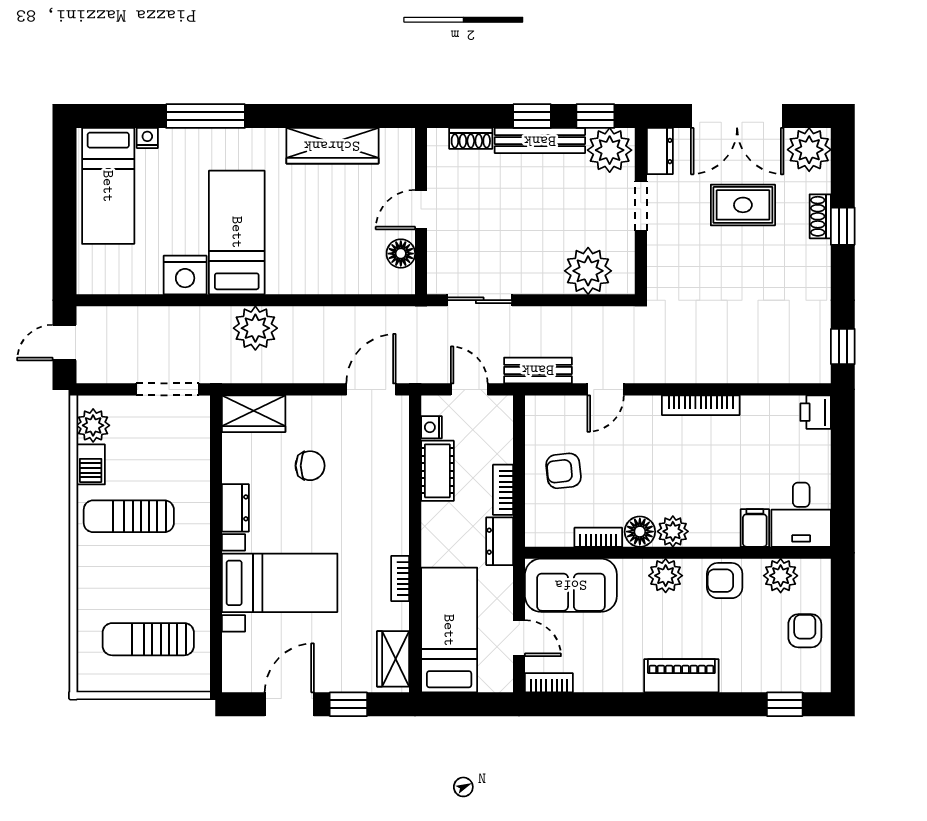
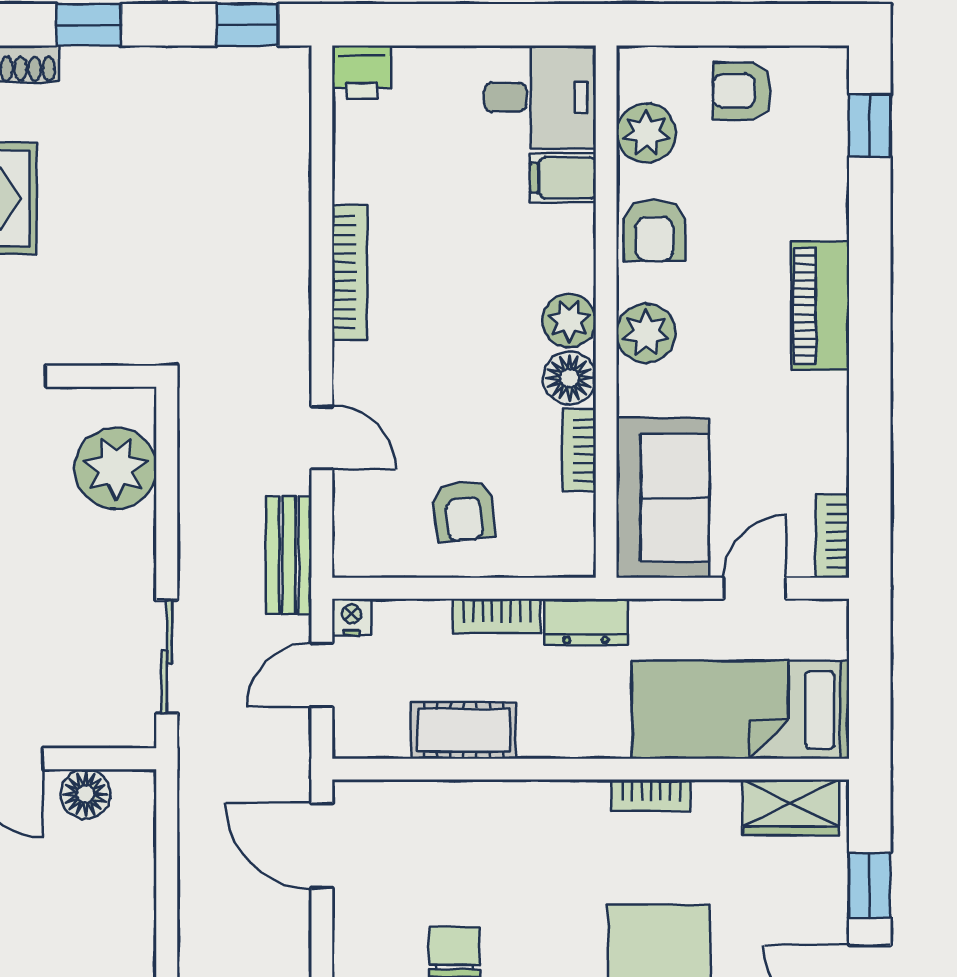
window: (843, 226) -> (89, 25), moved
nightstand: (431, 427) -> (352, 617), moved, turned 180

